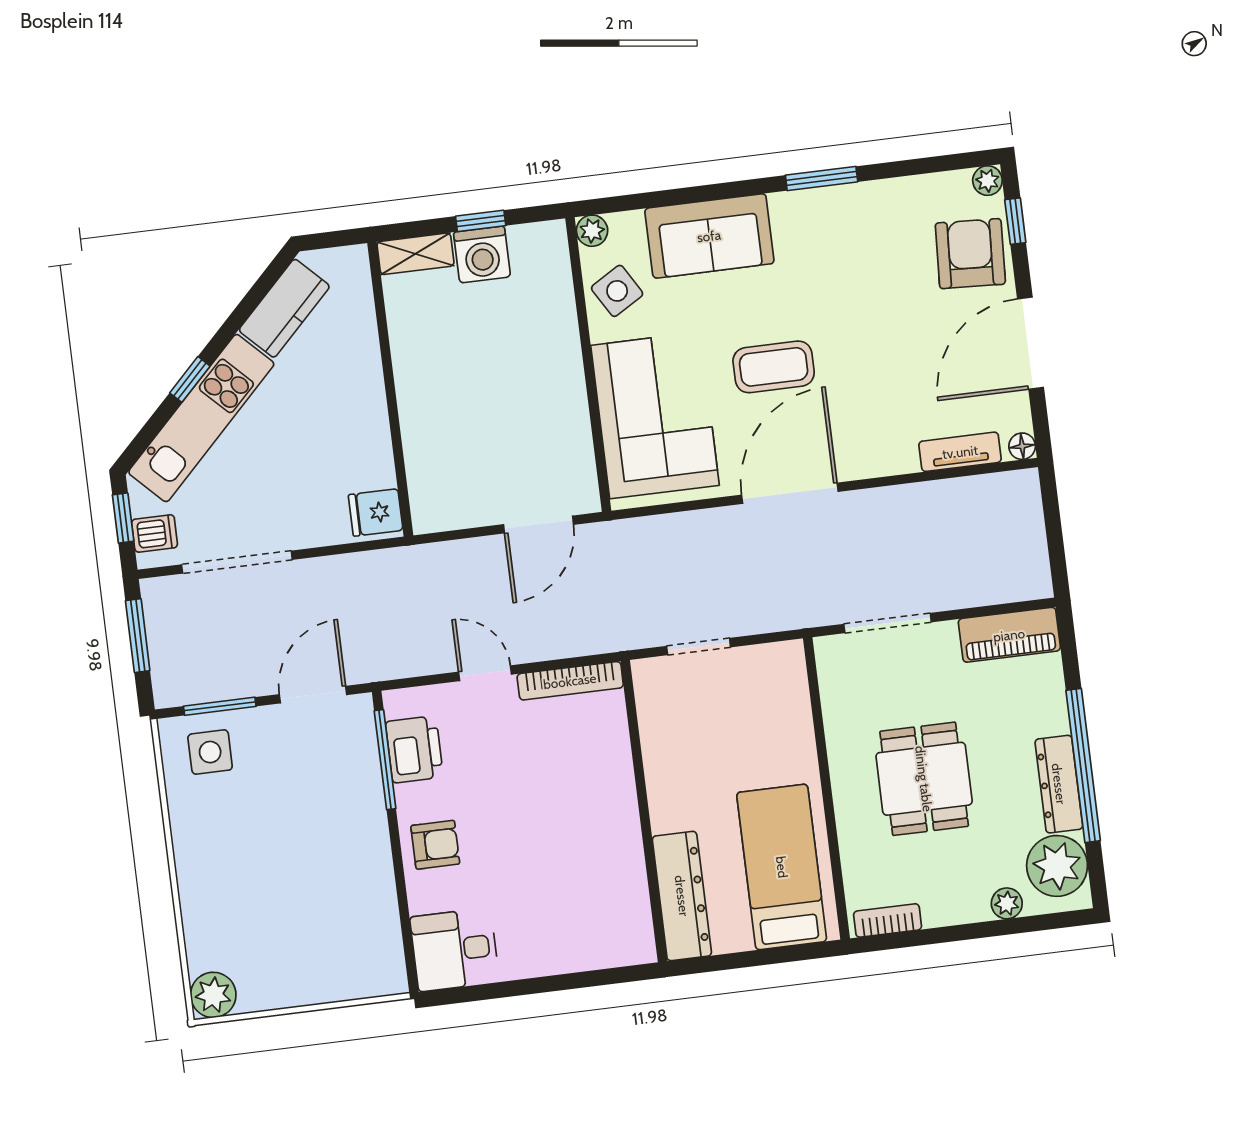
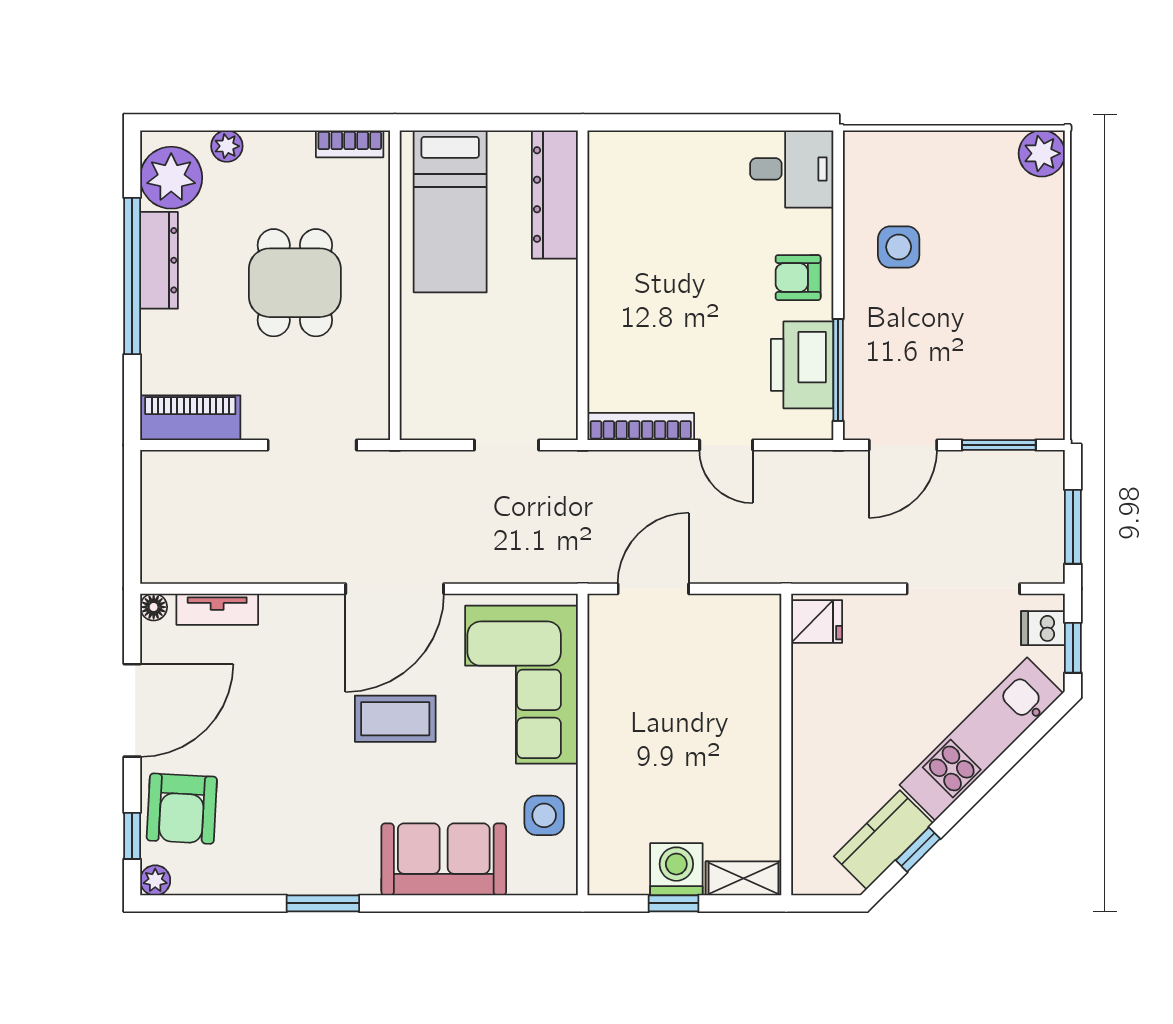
plant: (592, 231) -> (562, 880), removed
side table: (617, 291) -> (544, 815), turned 31
window: (190, 379) -> (918, 850), moved
printer: (414, 749) -> (802, 365), width x1.37, depth x1.19
side table: (210, 752) -> (899, 247), moved

